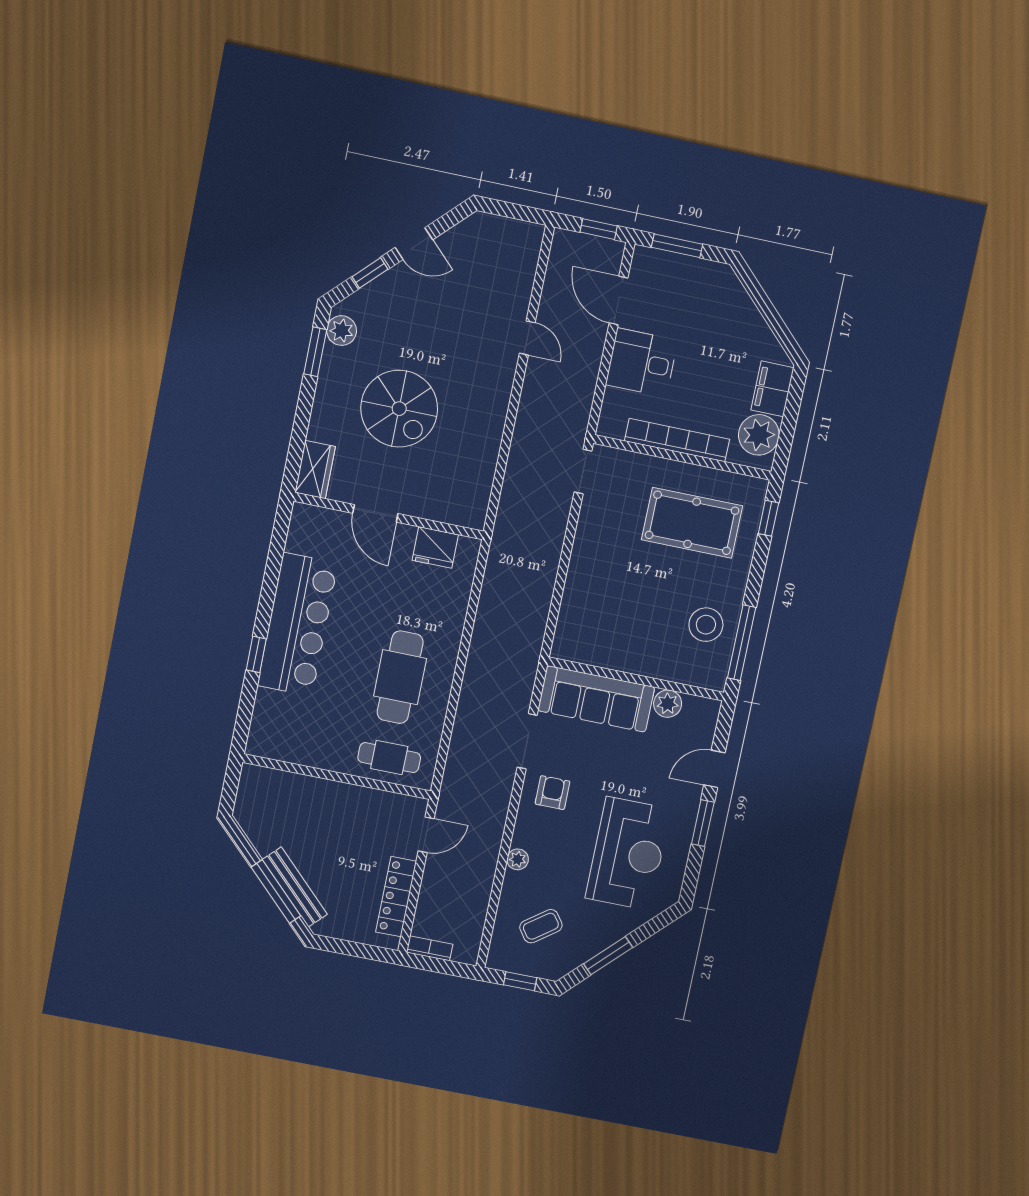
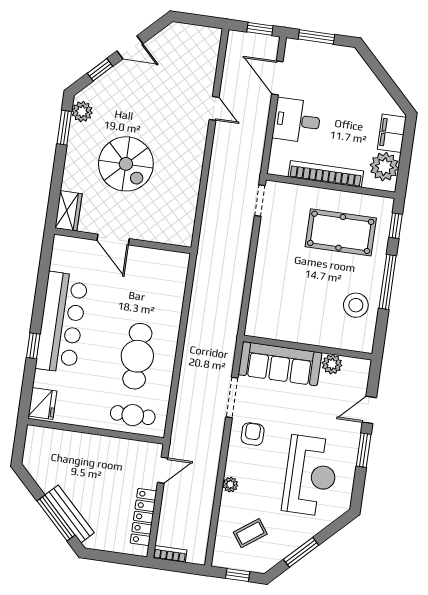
fridge: (435, 547) -> (42, 404), moved, turned -90
window: (742, 643) -> (388, 282), moved

